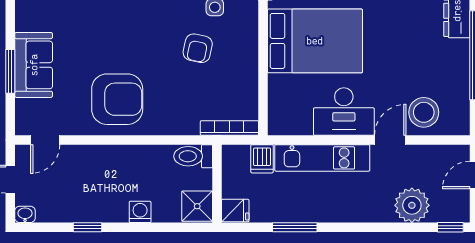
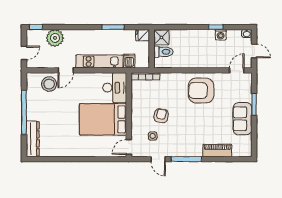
sofa: (34, 65) -> (242, 119), moved
desk: (344, 112) -> (115, 88), moved, turned 90
toilet: (193, 156) -> (163, 52), moved
washing machine: (140, 212) -> (221, 35), moved

